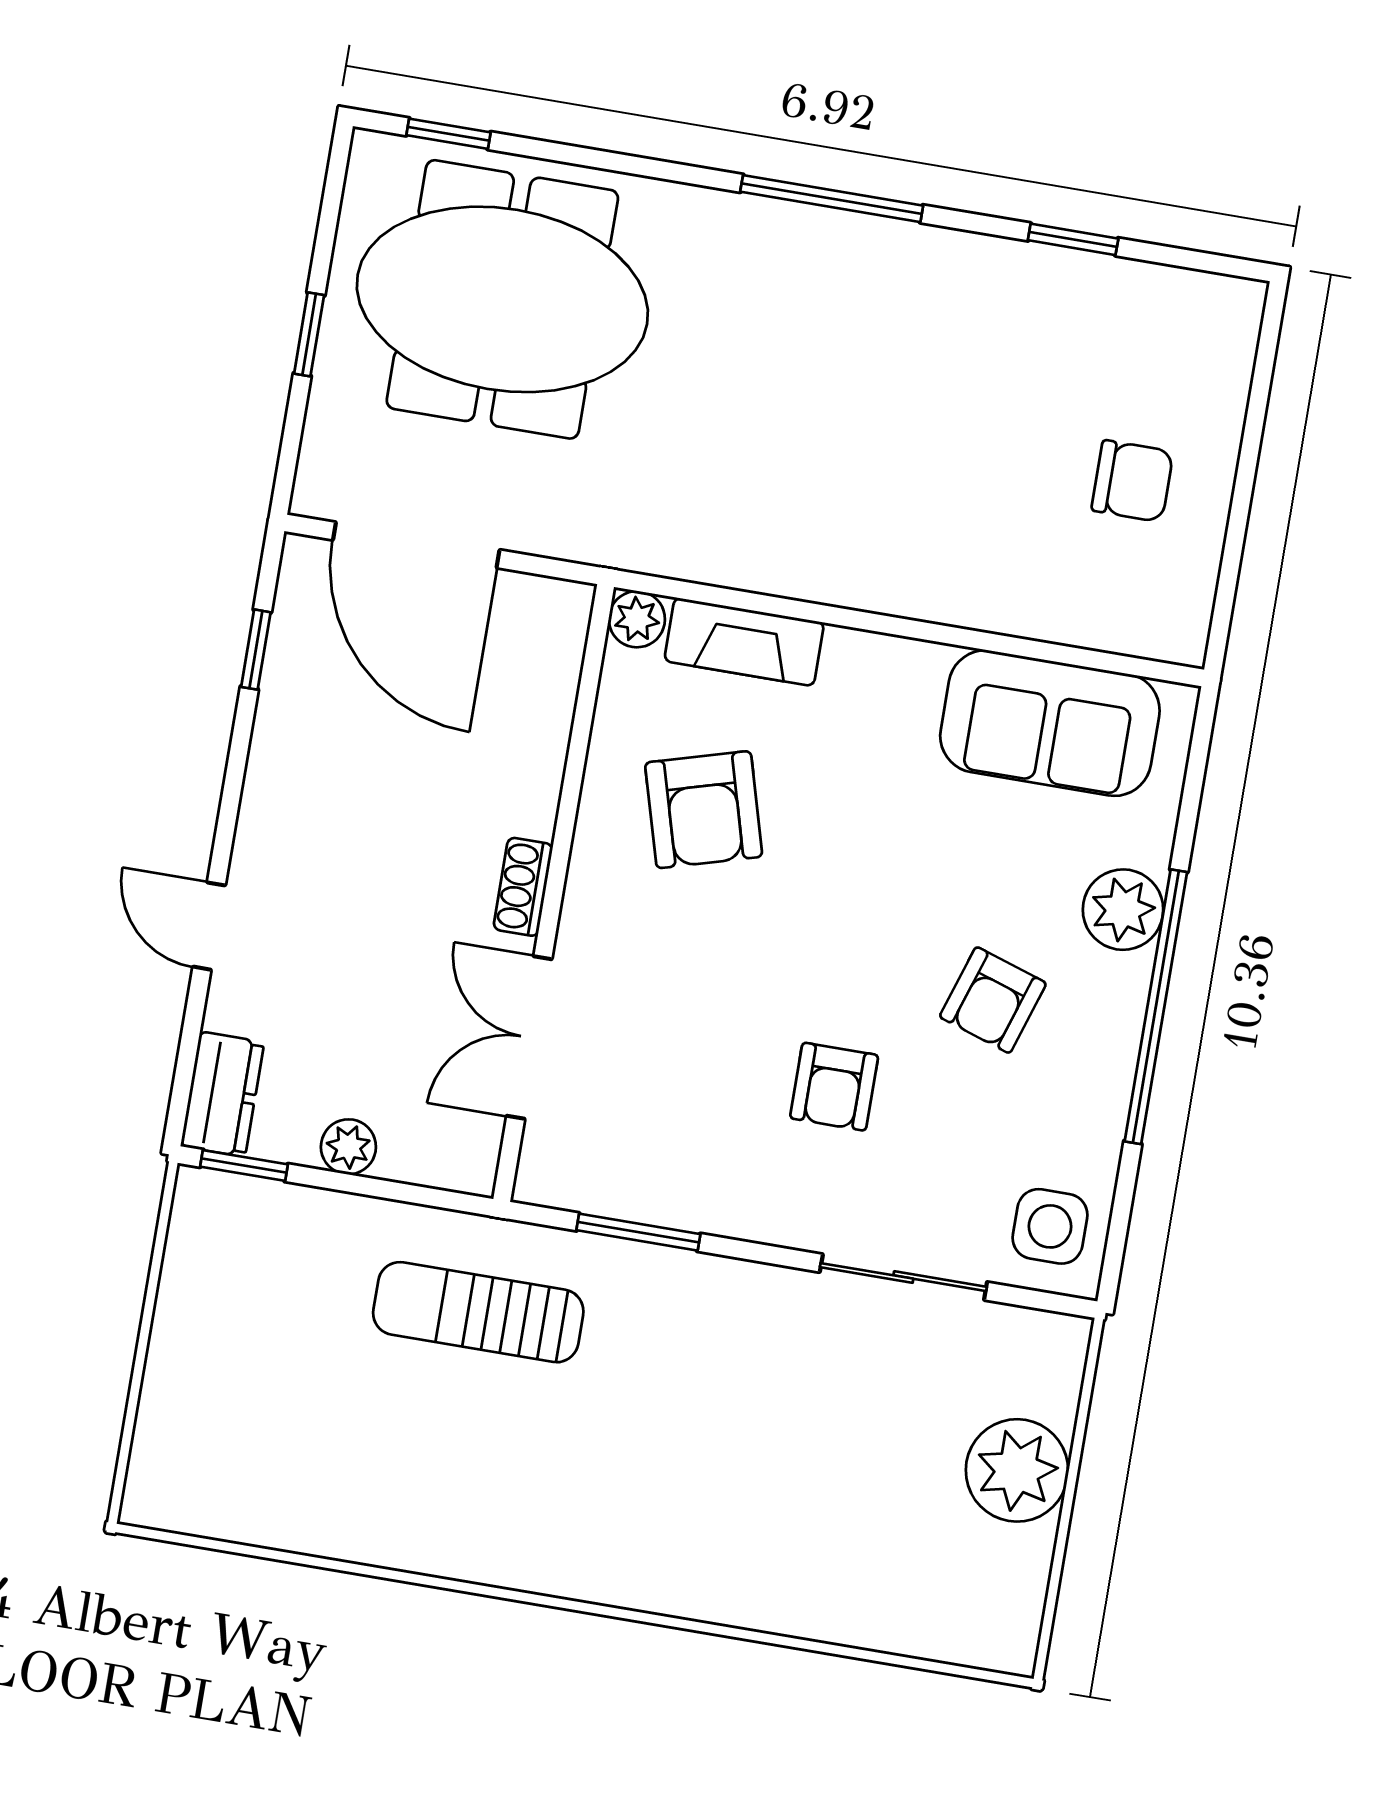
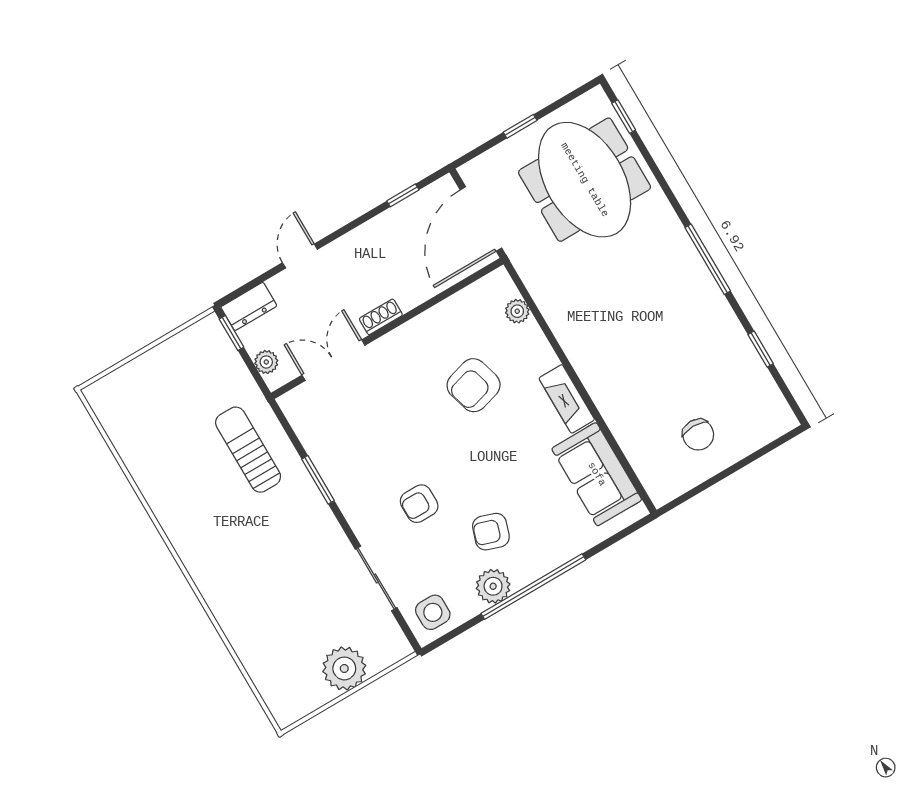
fireplace: (744, 642) -> (567, 399), moved
shoe rack: (523, 887) -> (381, 317), moved
wall: (554, 893) -> (387, 329), moved
plant: (1123, 910) -> (493, 586), moved
double door: (529, 1038) -> (333, 360), moved

